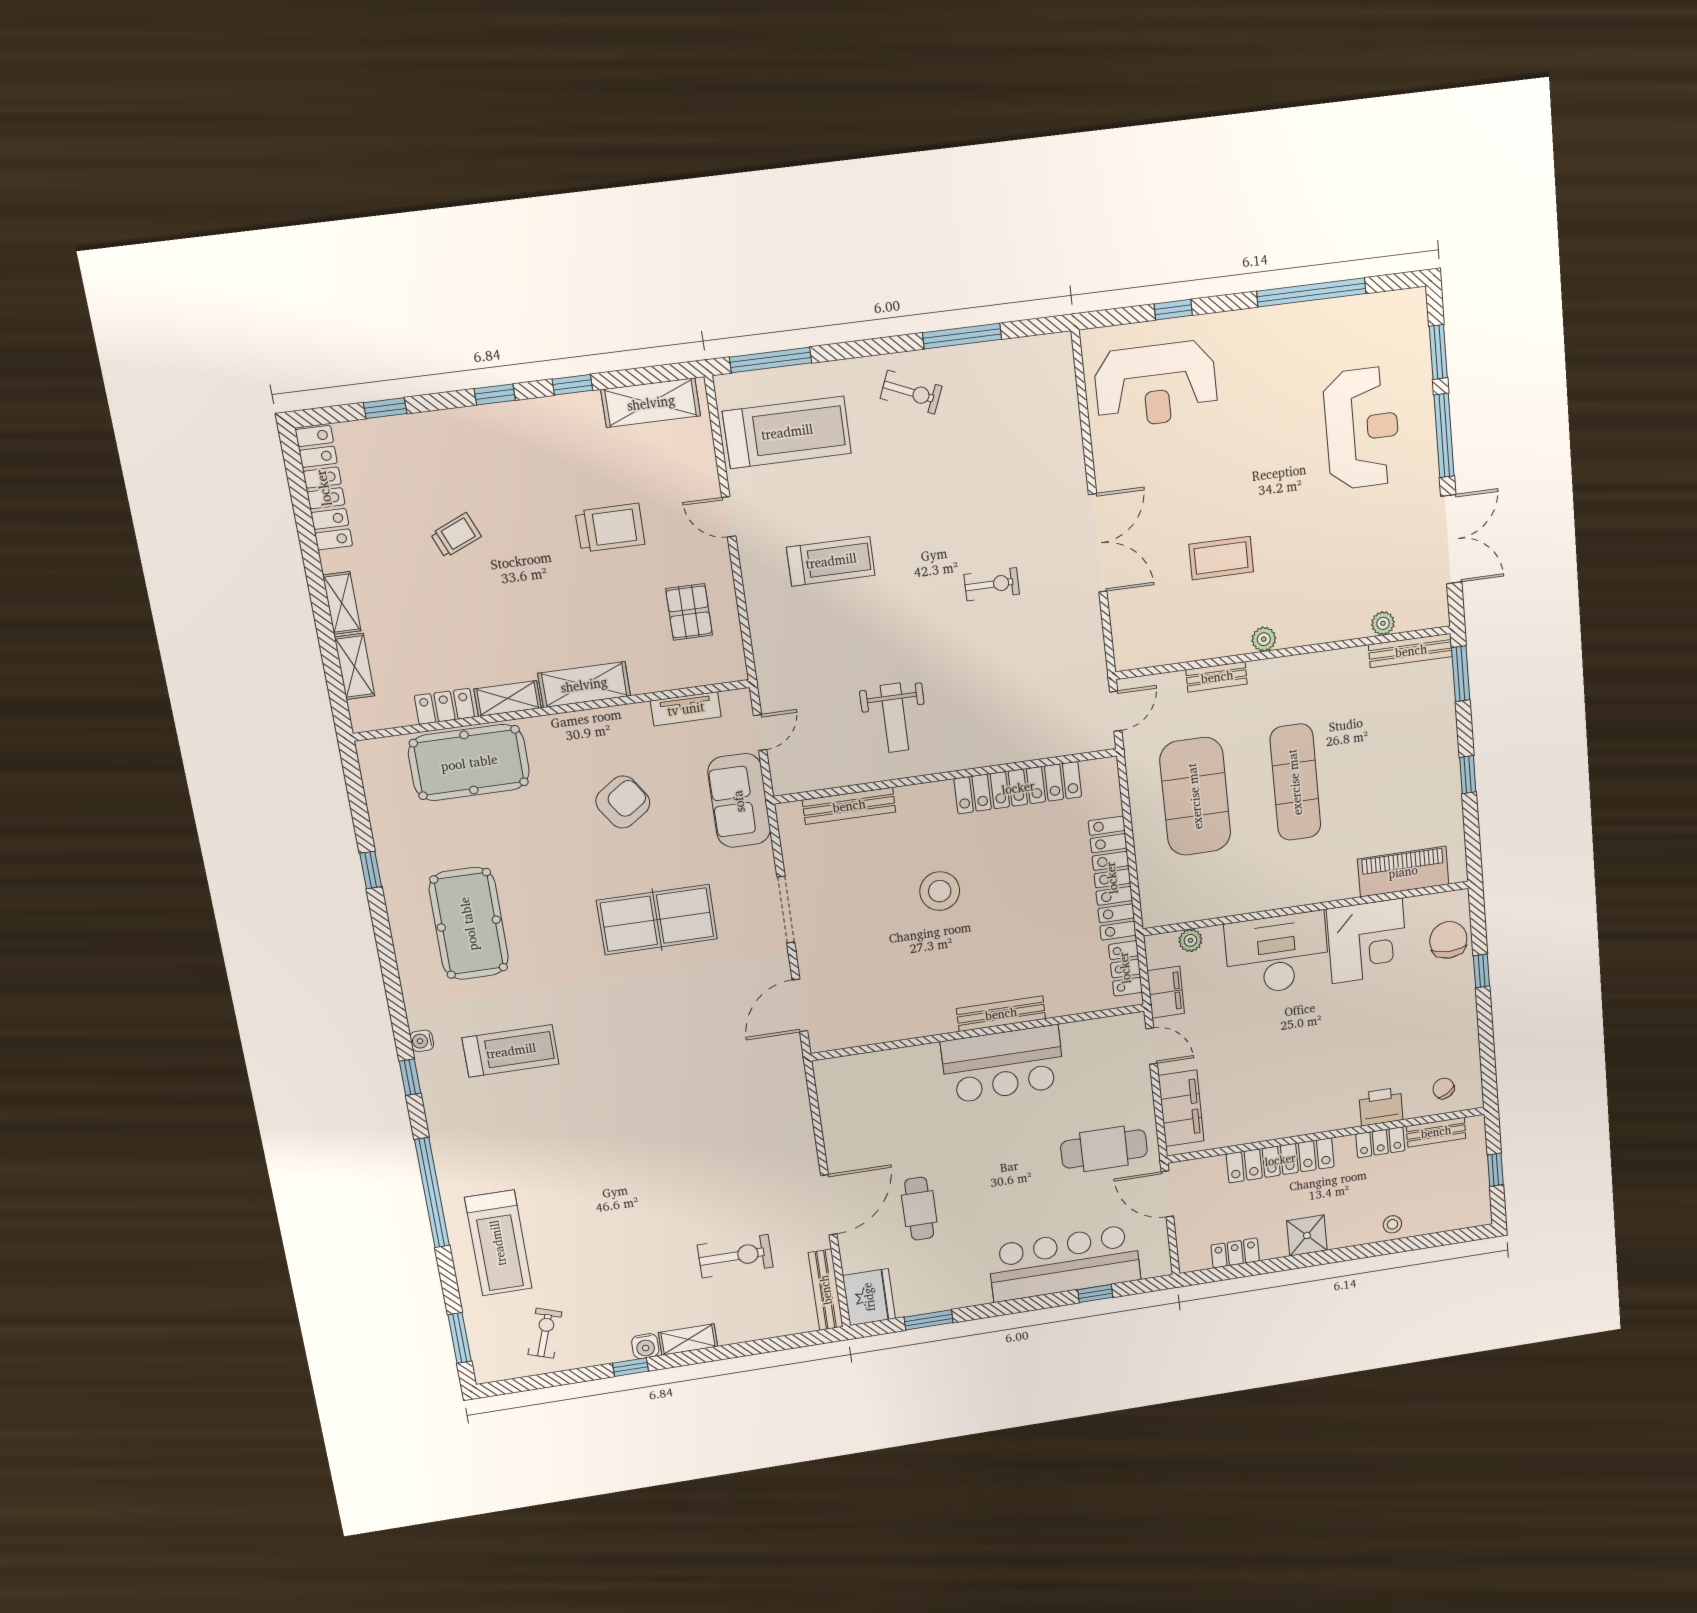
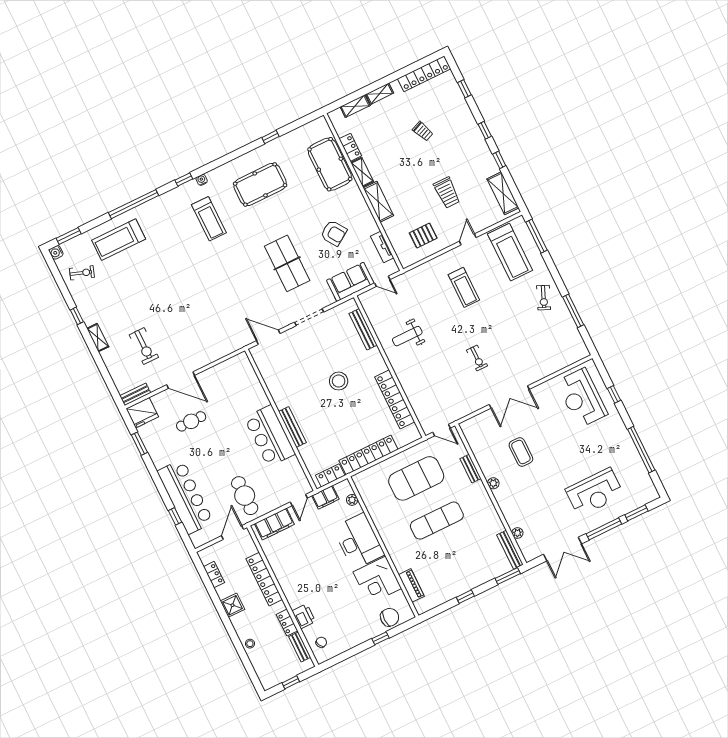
piano: (1403, 872) -> (411, 585), width x0.73, depth x0.75
bench: (826, 1290) -> (135, 394), width x0.73
water cooler: (645, 1346) -> (56, 252), moved

